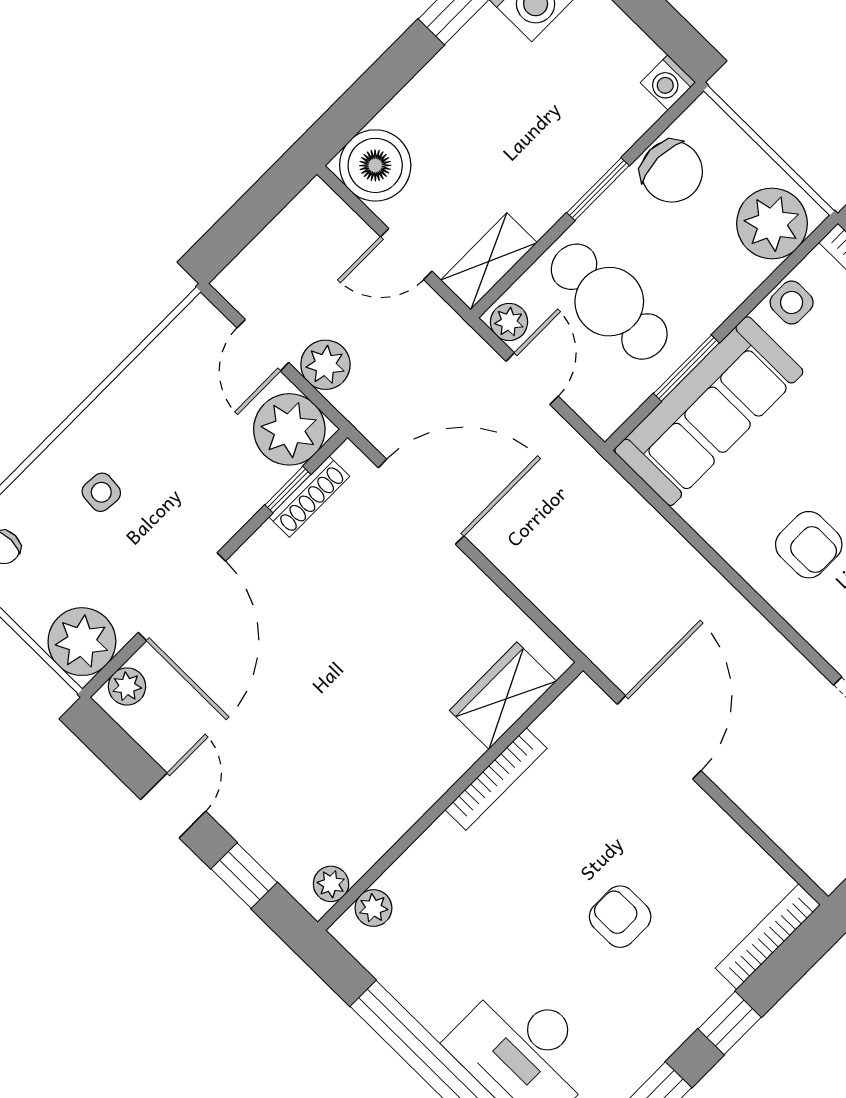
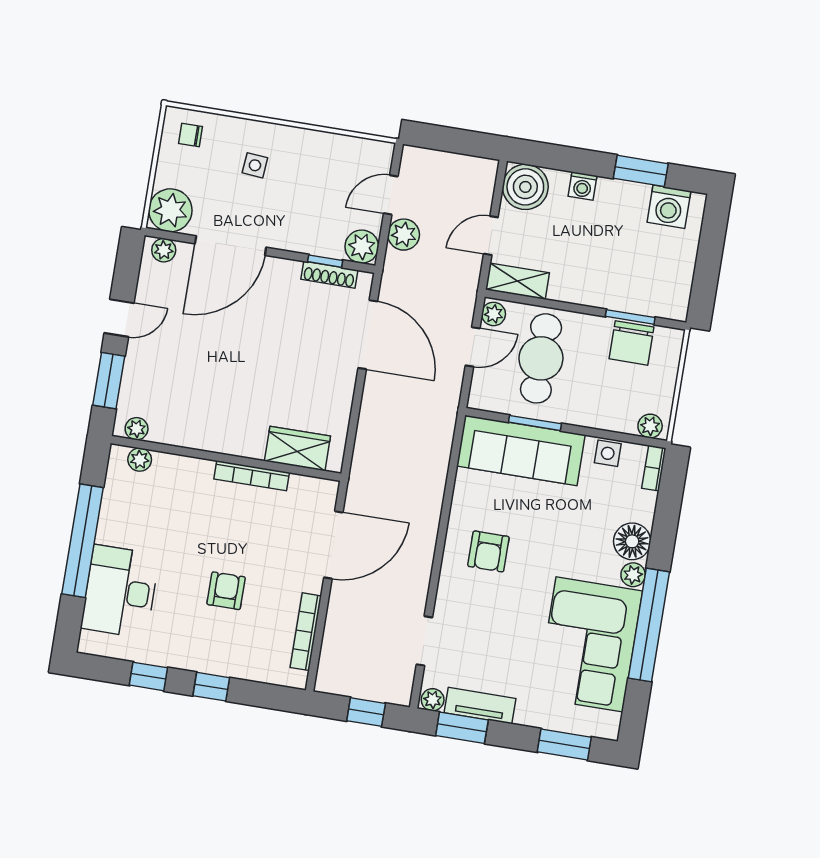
washing machine: (668, 83) -> (583, 186), moved, turned -90
window: (598, 189) -> (630, 317), moved
plant: (772, 224) -> (650, 426), width x0.53, depth x0.53
door: (406, 254) -> (491, 236), hinge flipped
plant: (289, 429) -> (362, 247), width x0.73, depth x0.73
window: (244, 876) -> (109, 381), width x1.50
bookcase: (768, 937) -> (306, 632), moved, turned -90

